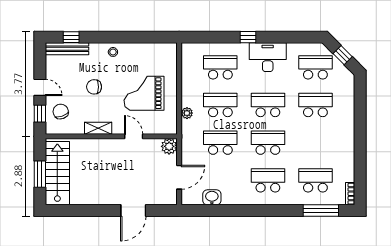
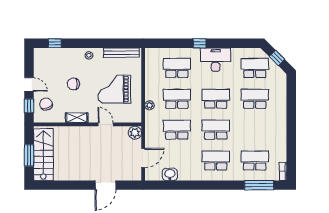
bench: (67, 49) -> (121, 53), moved

